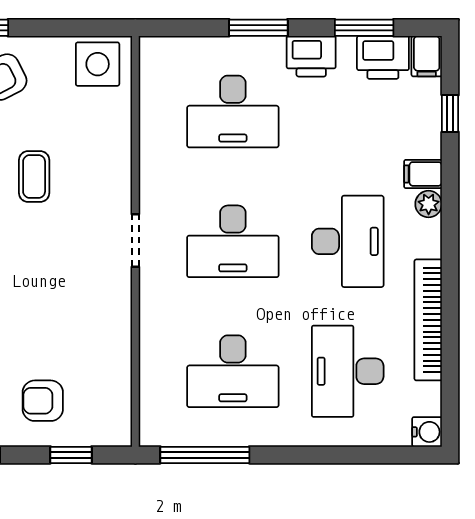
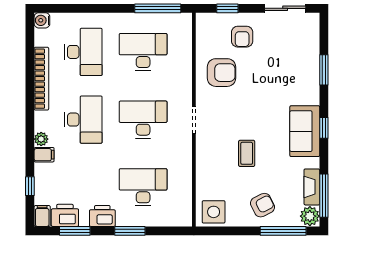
desk: (348, 241) -> (83, 120), turned 180
armchair: (82, 332) -> (222, 73), added
armchair: (43, 401) -> (242, 37), turned 90

